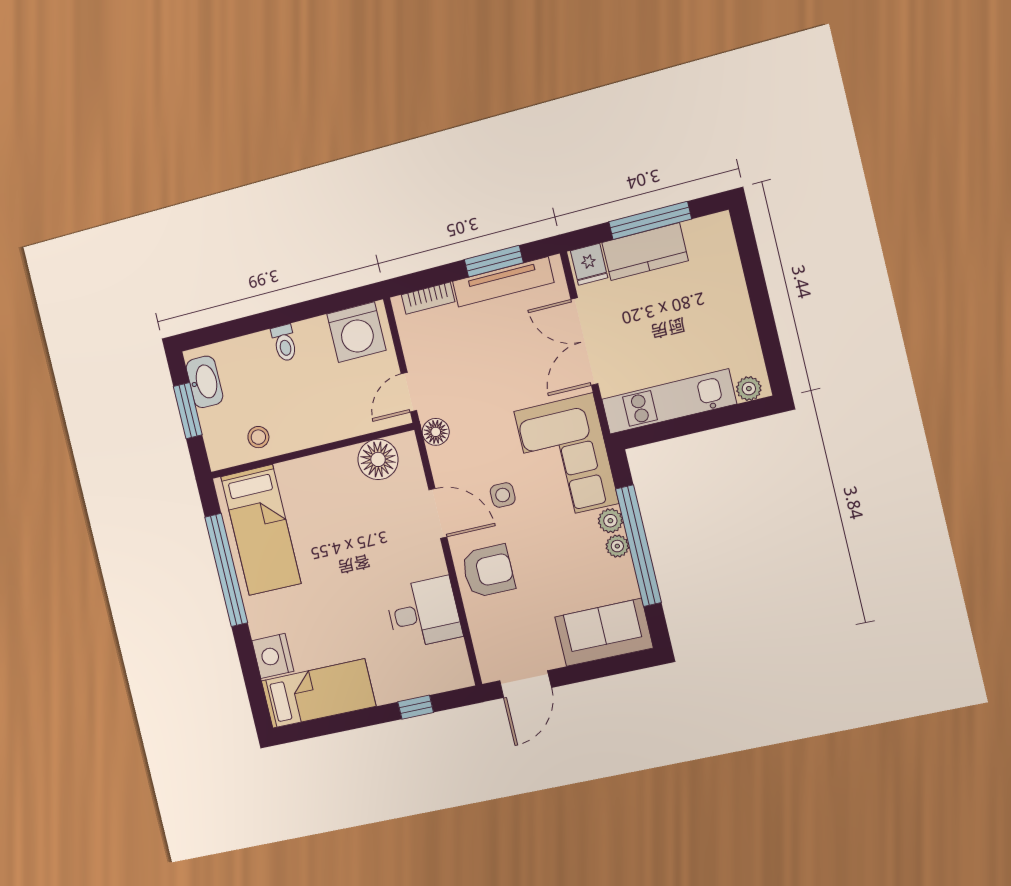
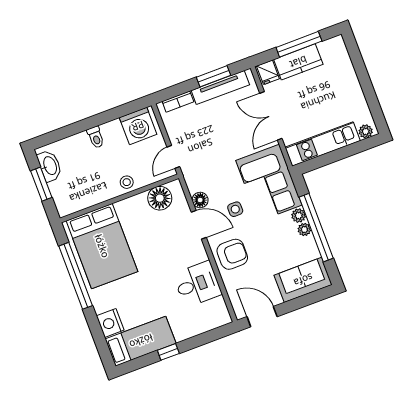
floor lamp: (436, 432) -> (200, 200), moved
stool: (258, 437) -> (127, 182), moved
bed: (261, 530) -> (102, 246), width x1.50
door: (526, 684) -> (262, 317), swing flipped
window: (416, 707) -> (168, 352), moved

